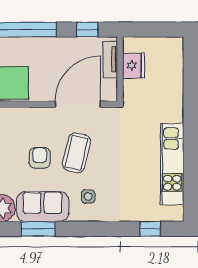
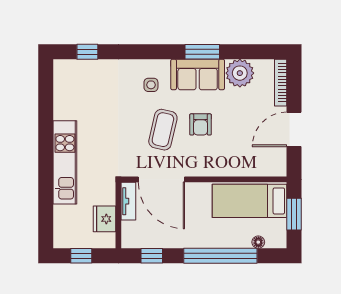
window: (156, 30) -> (81, 256), added
tv unit: (110, 59) -> (128, 201), moved
door: (78, 104) -> (161, 179), hinge flipped
kitchen unit: (172, 164) -> (65, 162), moved

